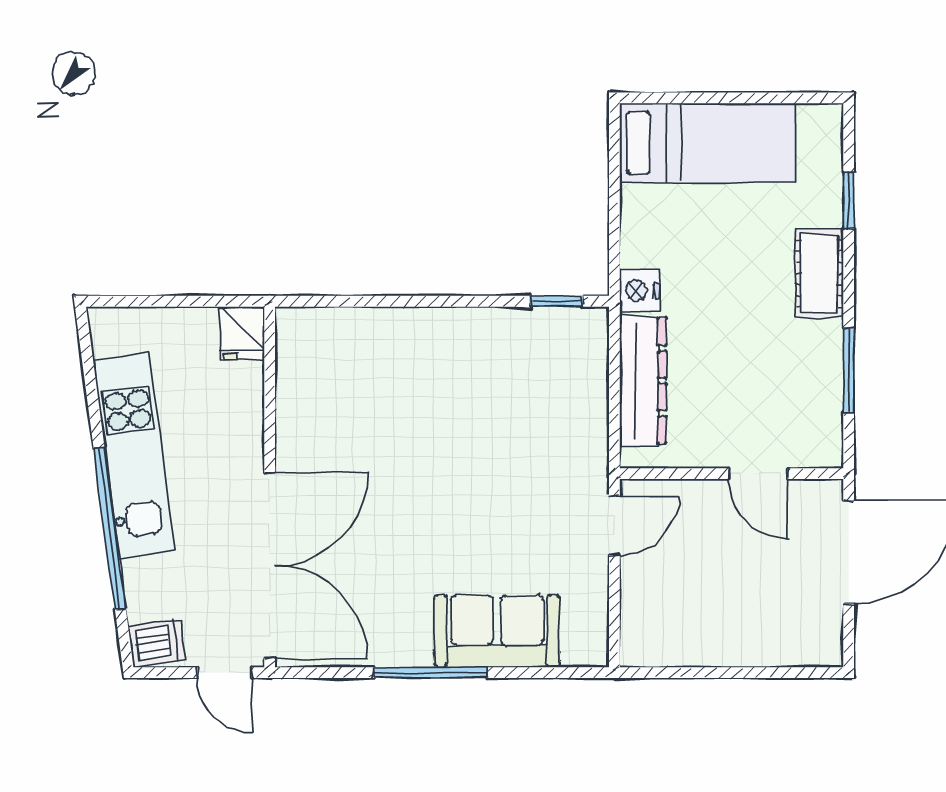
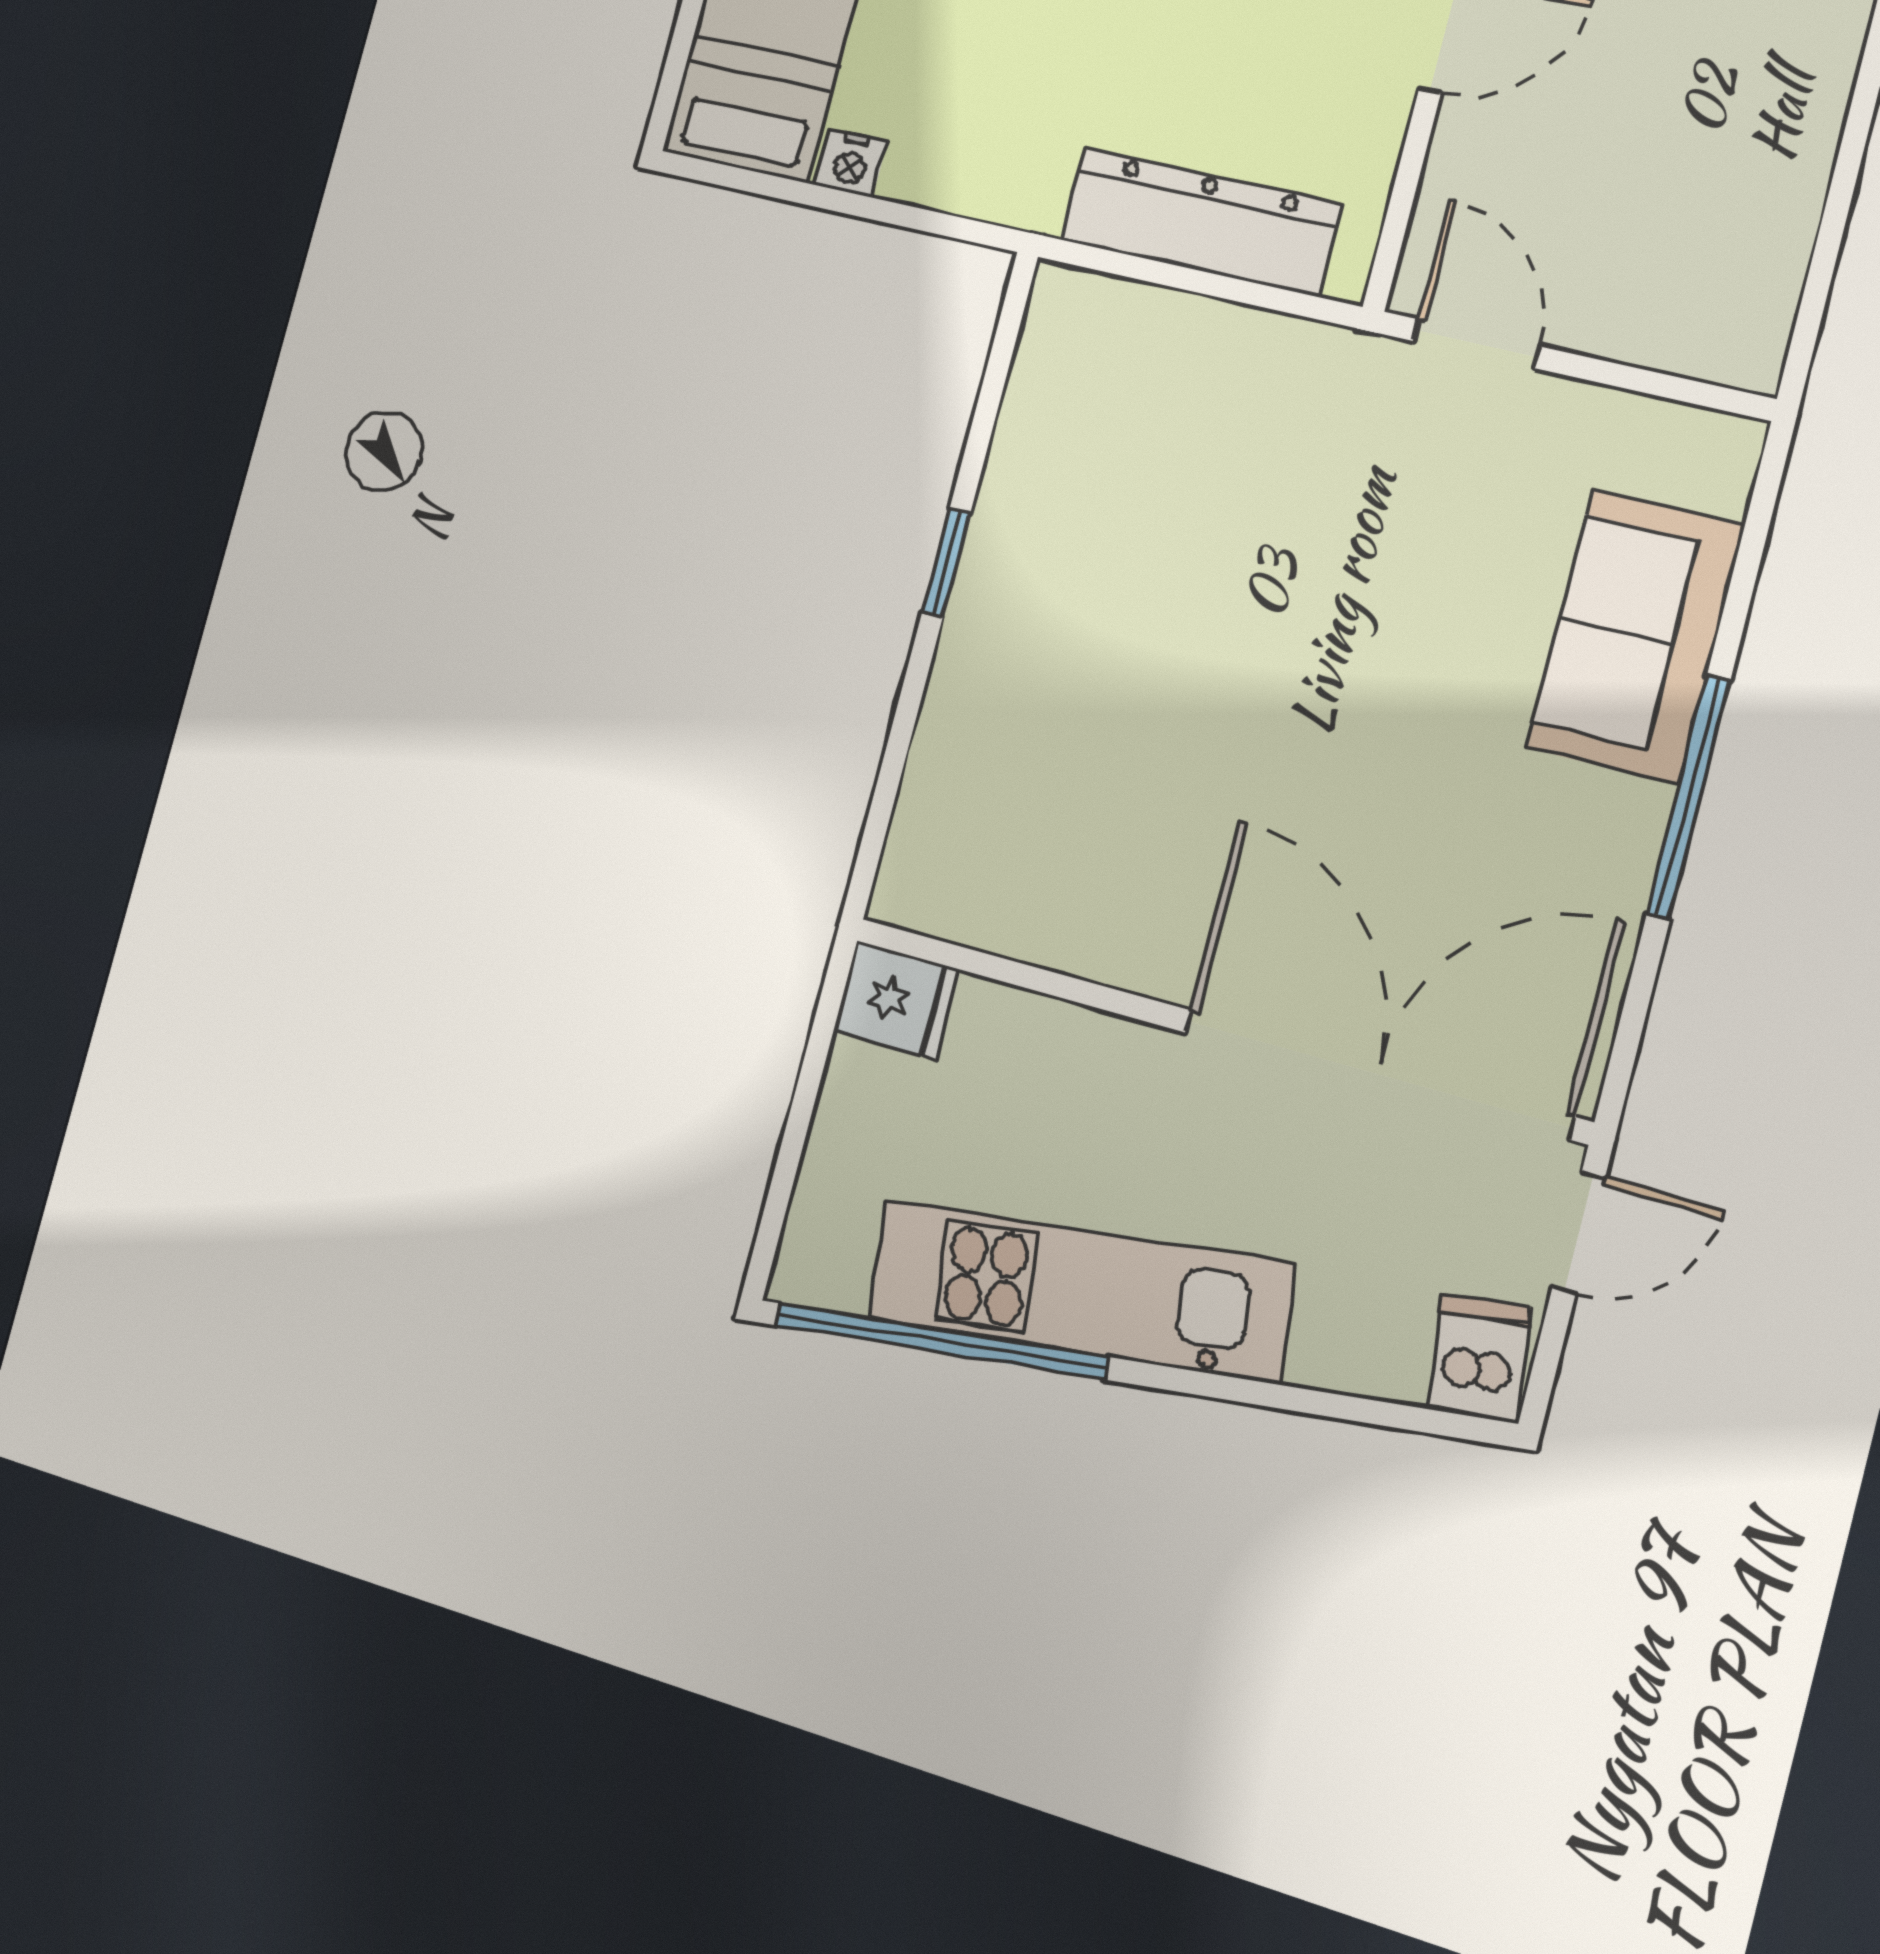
nightstand: (639, 291) -> (851, 163), moved, width x0.72, depth x0.74
window: (557, 301) -> (946, 563), moved
window: (110, 529) -> (940, 1341), moved

